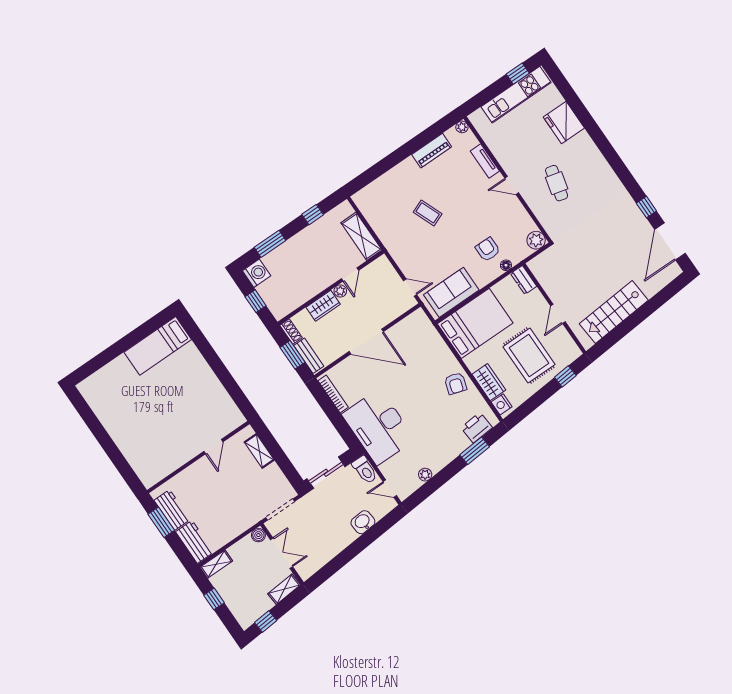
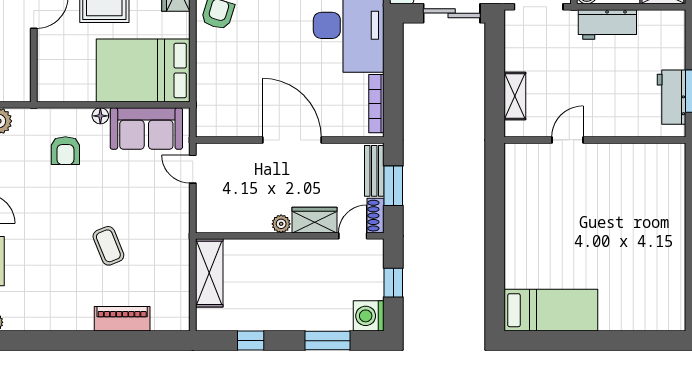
piano: (432, 151) -> (122, 319), moved
floor lamp: (506, 265) -> (100, 116), moved
door: (350, 274) -> (353, 236), moved
dresser: (524, 280) -> (47, 83), removed
workbench: (195, 542) -> (607, 24), moved, turned -90

